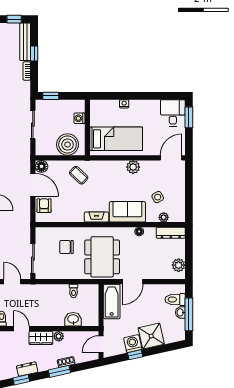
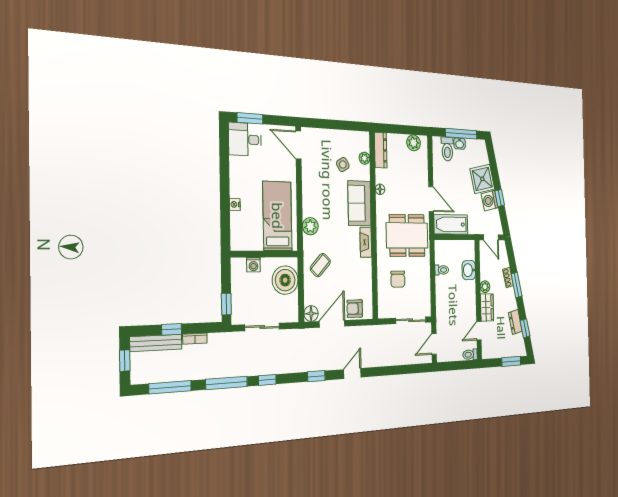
plant: (133, 167) -> (310, 226), moved

